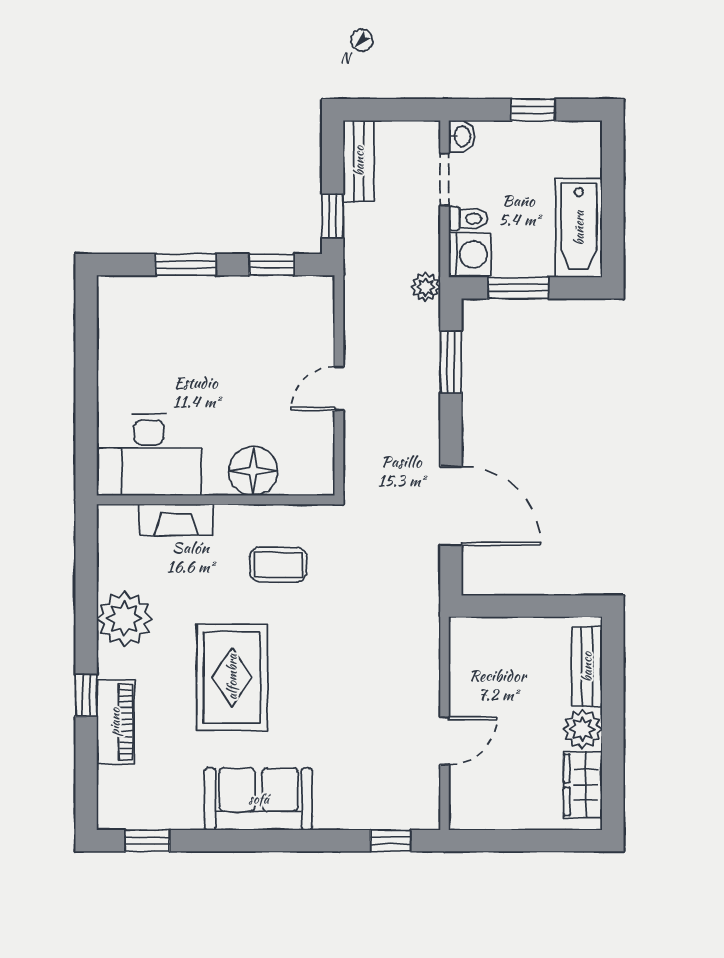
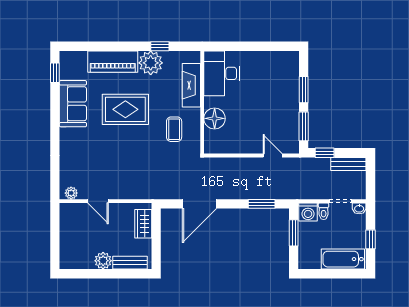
bathtub: (579, 228) -> (343, 259), moved
window: (272, 265) -> (304, 126), width x1.50
plant: (426, 287) -> (71, 193), moved
door: (339, 389) -> (273, 155), moved
fireplace: (176, 520) -> (191, 85), width x1.37, depth x1.32
window: (86, 695) -> (160, 46), moved
piano: (115, 722) -> (113, 62), width x1.37, depth x1.33
wardrobe: (583, 785) -> (143, 224), moved, turned -90
sofa: (259, 799) -> (73, 104), moved
window: (391, 841) -> (55, 178), removed

